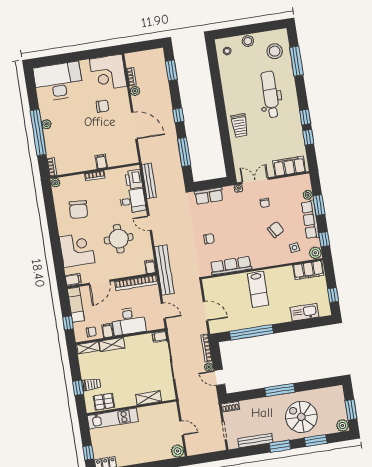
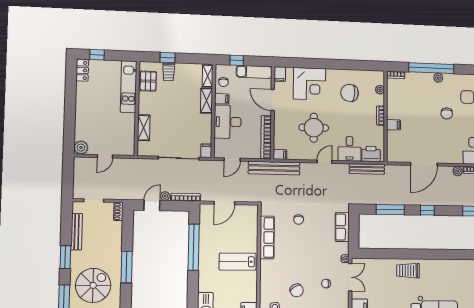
chair: (102, 106) -> (447, 114), moved
plant: (55, 183) -> (380, 90), moved

